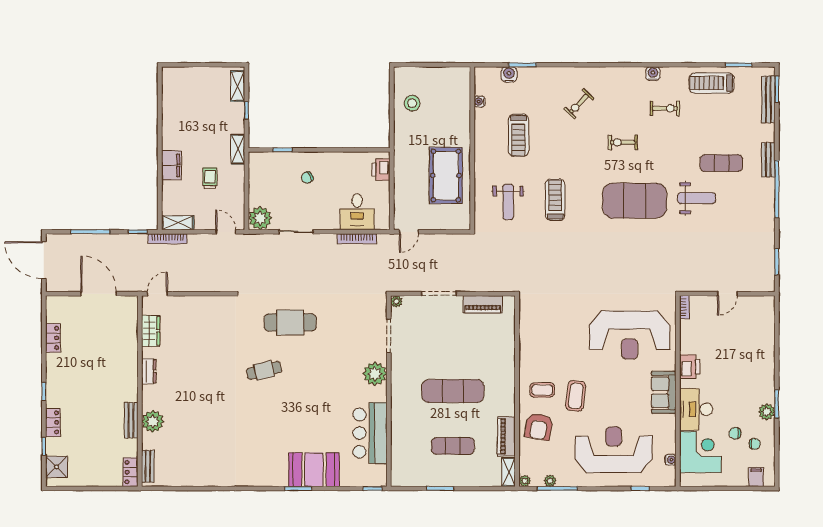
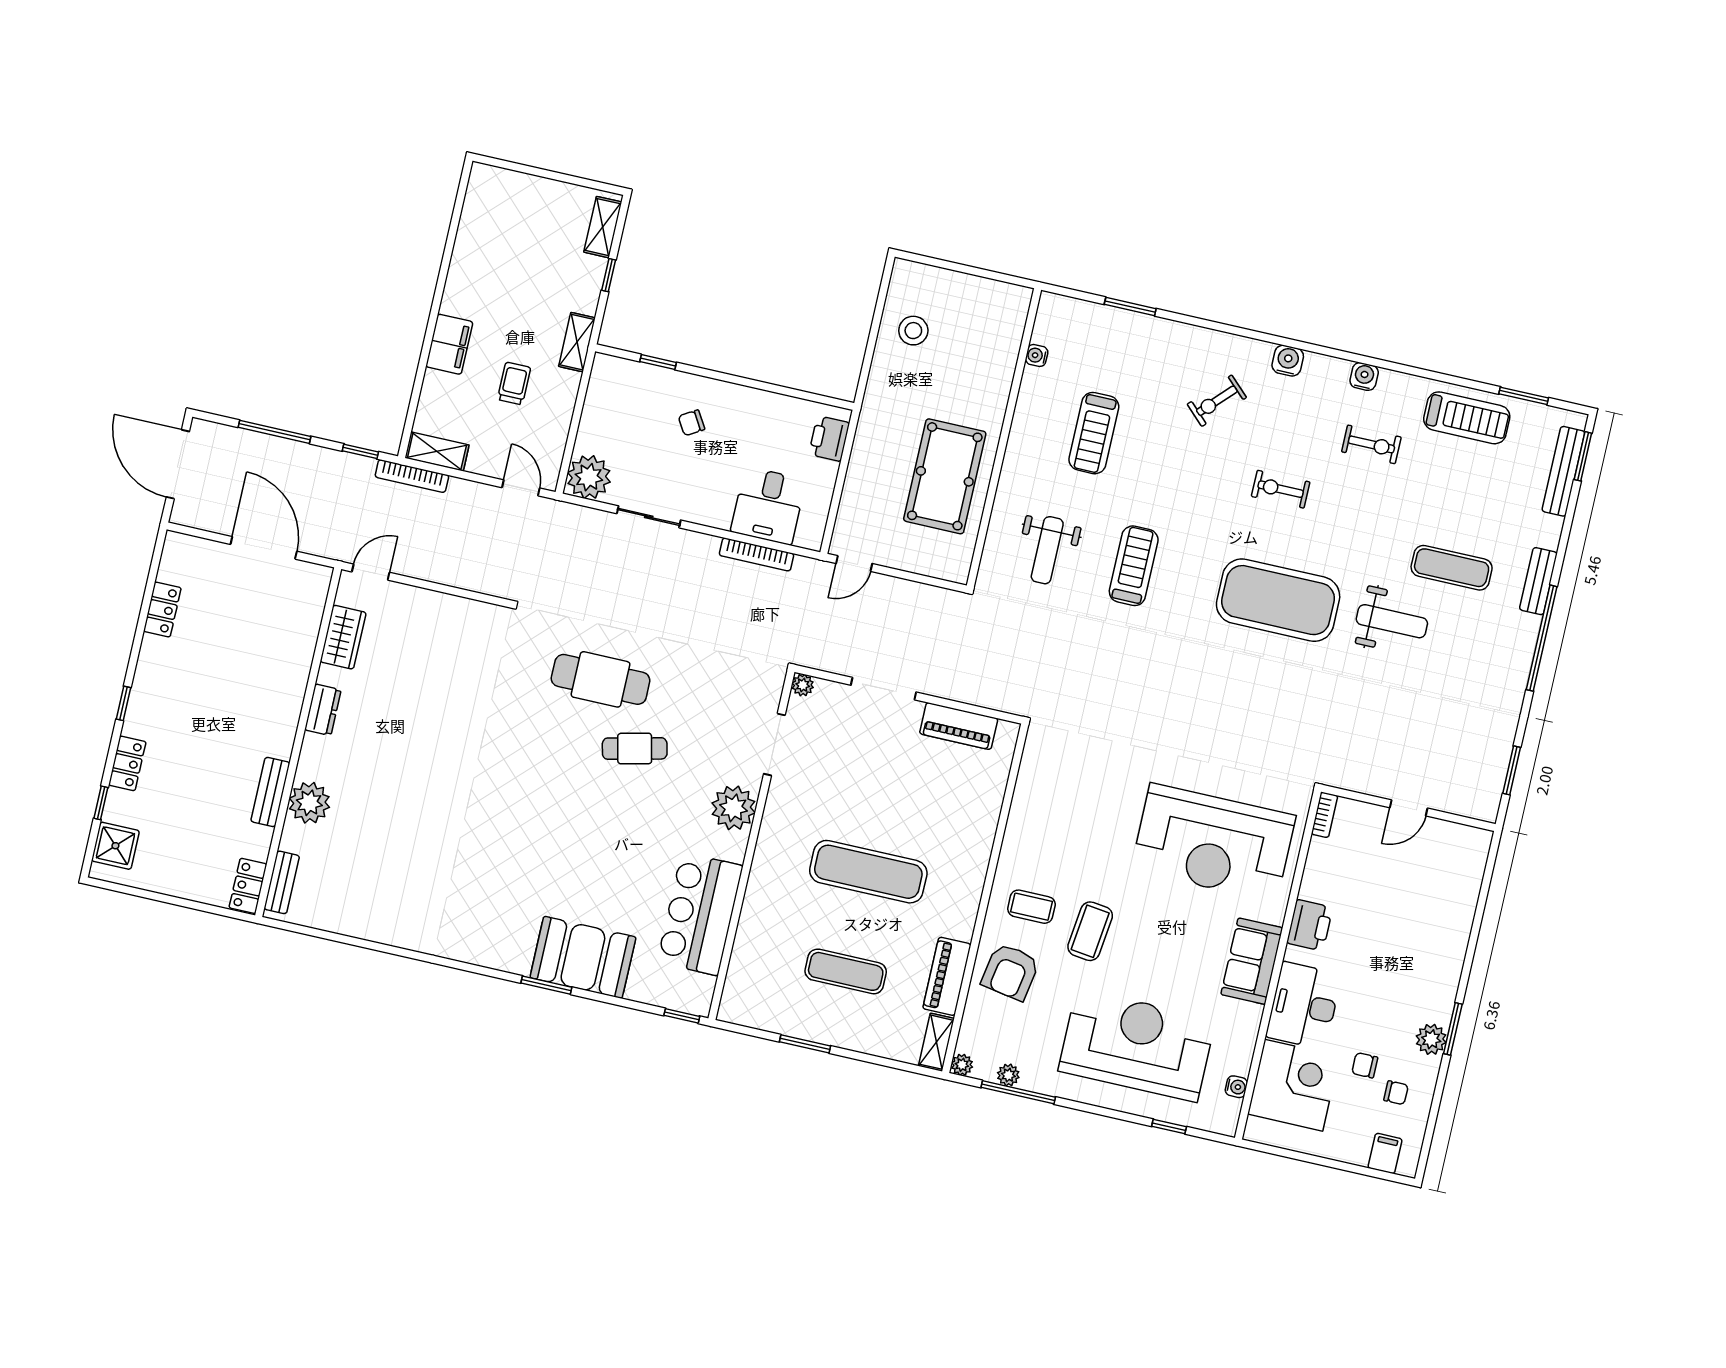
water cooler: (509, 74) -> (1288, 361), moved
treadmill: (712, 83) -> (1467, 418), turned 180
cafe table: (264, 370) -> (635, 749), moved

